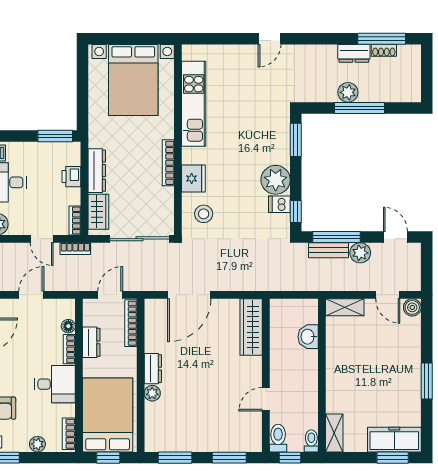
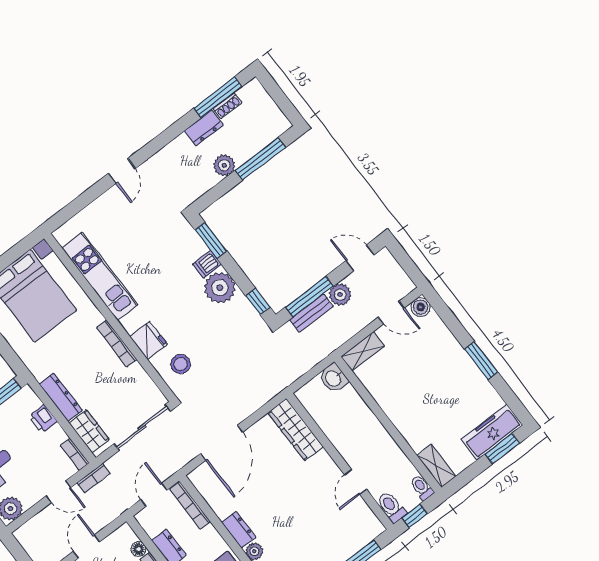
window: (359, 108) -> (260, 159), moved
dishwasher: (279, 204) -> (207, 264), moved
washbasin: (308, 337) -> (334, 378), moved

